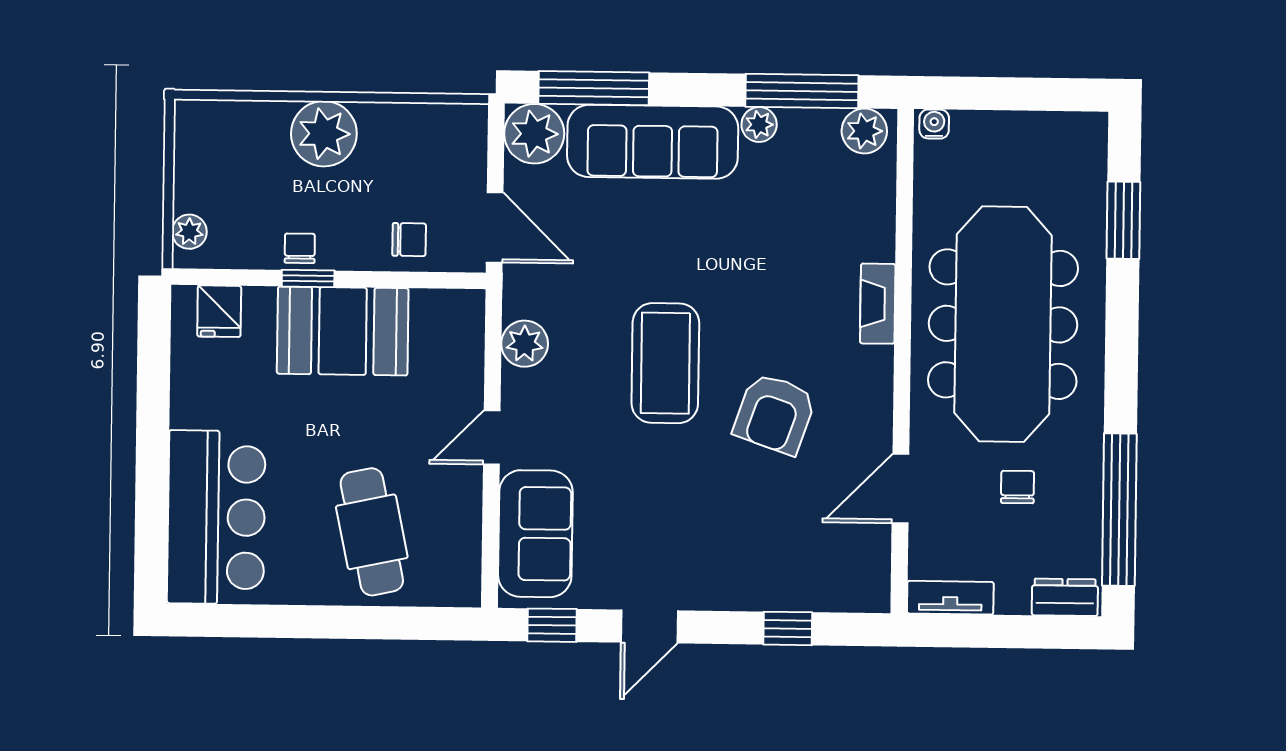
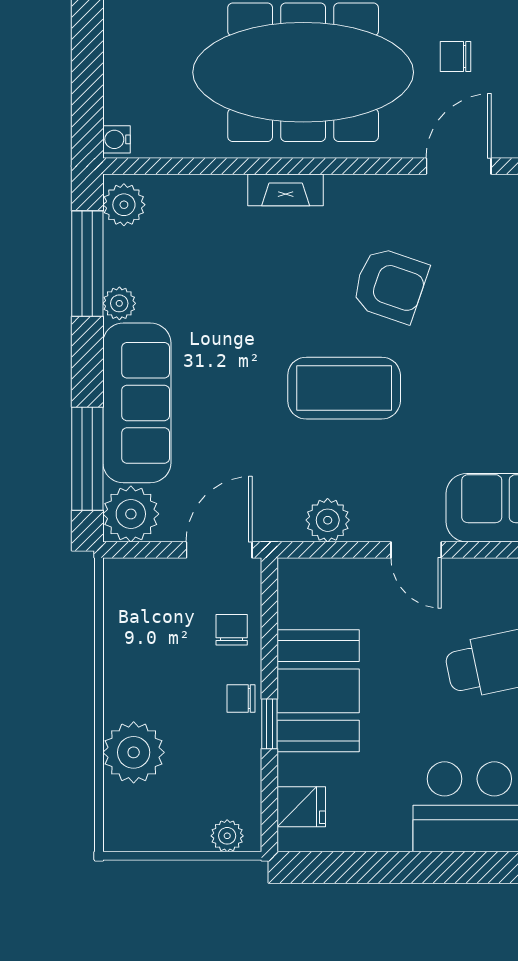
plant: (324, 134) -> (134, 752), moved
chair: (300, 248) -> (241, 699), moved
door: (900, 489) -> (459, 166), swing flipped

